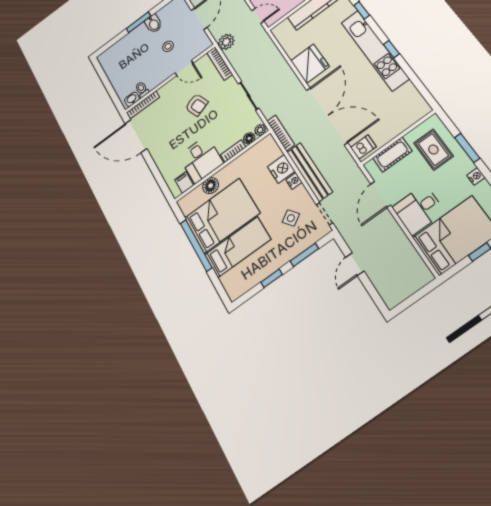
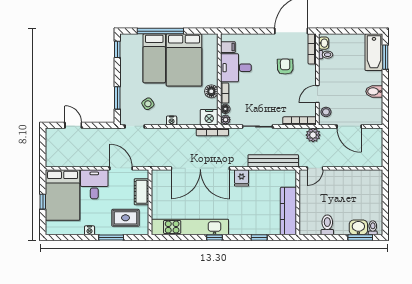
window: (139, 22) -> (385, 57), moved
stool: (168, 46) -> (326, 112), moved
kitchen unit: (375, 50) -> (190, 227), moved
bathtub: (117, 51) -> (374, 52), added
fridge: (310, 64) -> (242, 178), width x0.53, depth x0.75
armchair: (197, 105) -> (285, 67), moved, turned 110
dishwasher: (363, 147) -> (160, 178), removed
nightstand: (281, 169) -> (209, 117), moved
bench: (309, 172) -> (273, 161), moved
floor lamp: (211, 186) -> (211, 91), moved
window: (196, 245) -> (160, 31), moved
door: (355, 264) -> (73, 125), moved
window: (272, 278) -> (117, 49), moved

